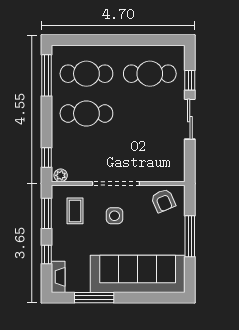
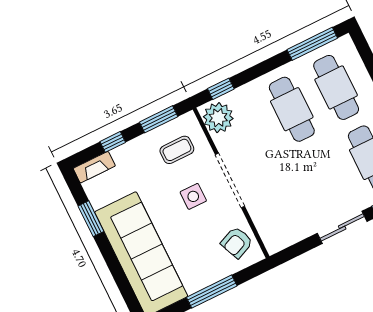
plant: (61, 175) -> (218, 118), width x1.87, depth x1.87
window: (94, 298) -> (91, 219), width x0.69

